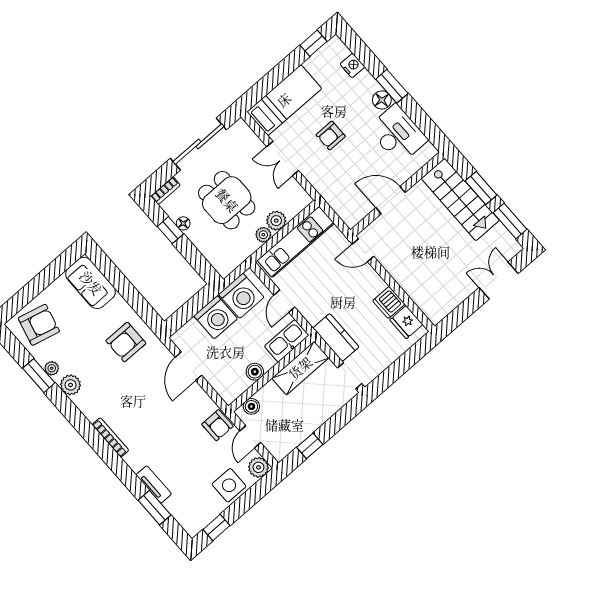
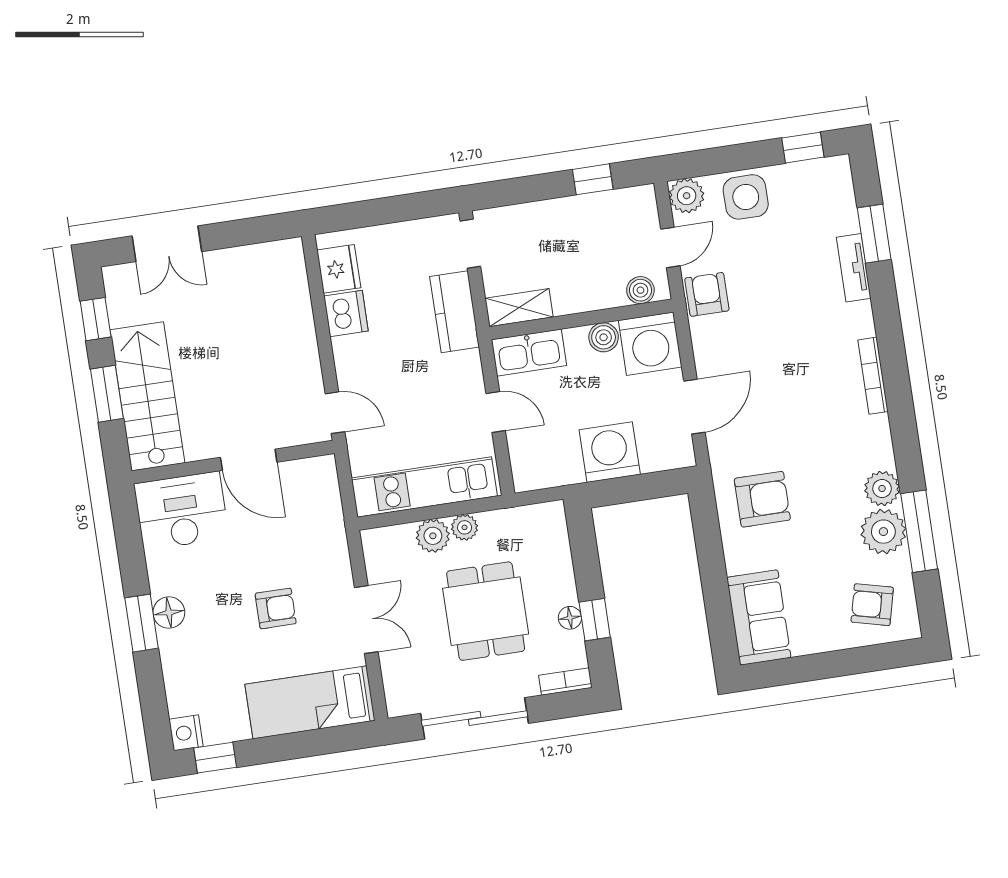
nightstand: (352, 65) -> (186, 733), moved
desk: (398, 134) -> (181, 511), moved, turned 90
window: (510, 221) -> (96, 319), width x0.67
washing machine: (241, 296) -> (650, 344), moved, turned 180
door: (284, 301) -> (496, 412), hinge flipped
armchair: (39, 325) -> (872, 605), width x0.72, depth x0.72
plant: (52, 368) -> (883, 532), width x1.87, depth x1.87
shelving: (300, 368) -> (519, 308), width x0.67, depth x0.75
window: (39, 376) -> (919, 531), width x1.44

